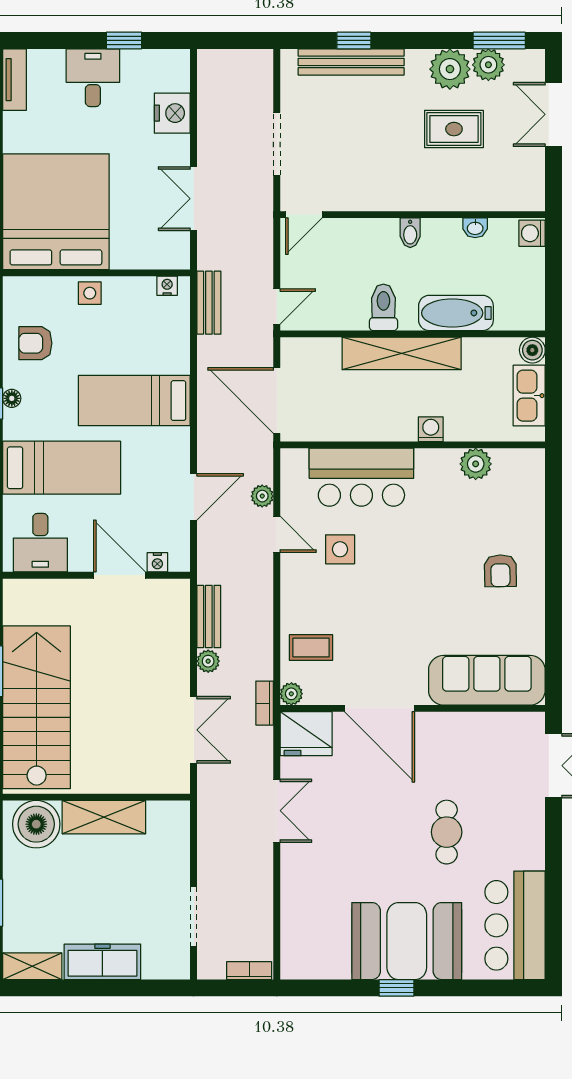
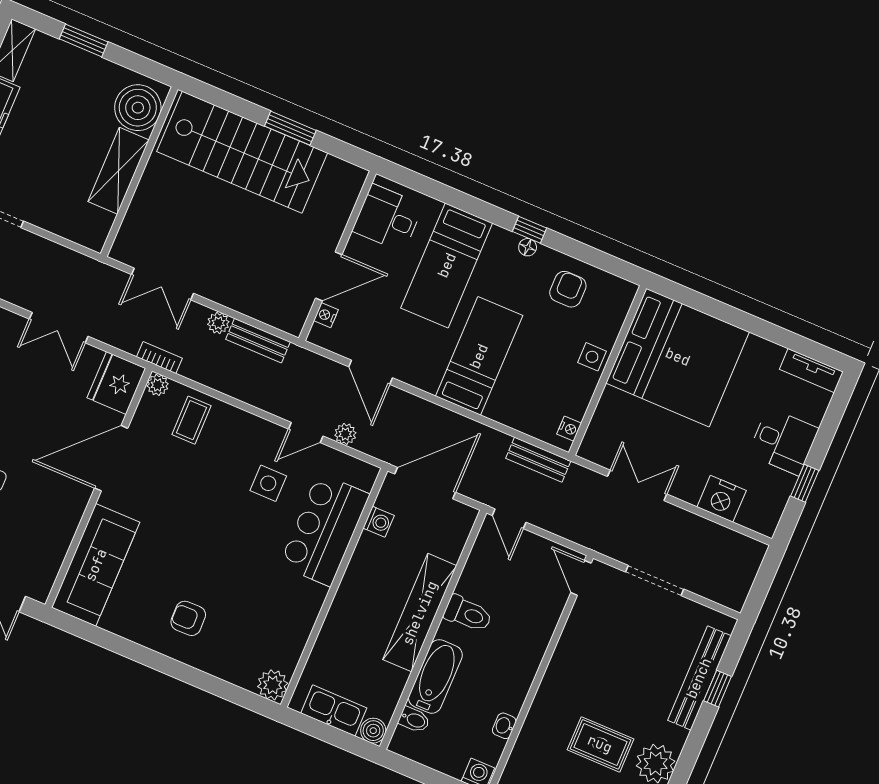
rug: (454, 129) -> (600, 744), turned 90
bidet: (410, 233) -> (414, 720), moved, turned 180
washing machine: (431, 429) -> (379, 522), moved
plant: (476, 464) -> (273, 685), moved

